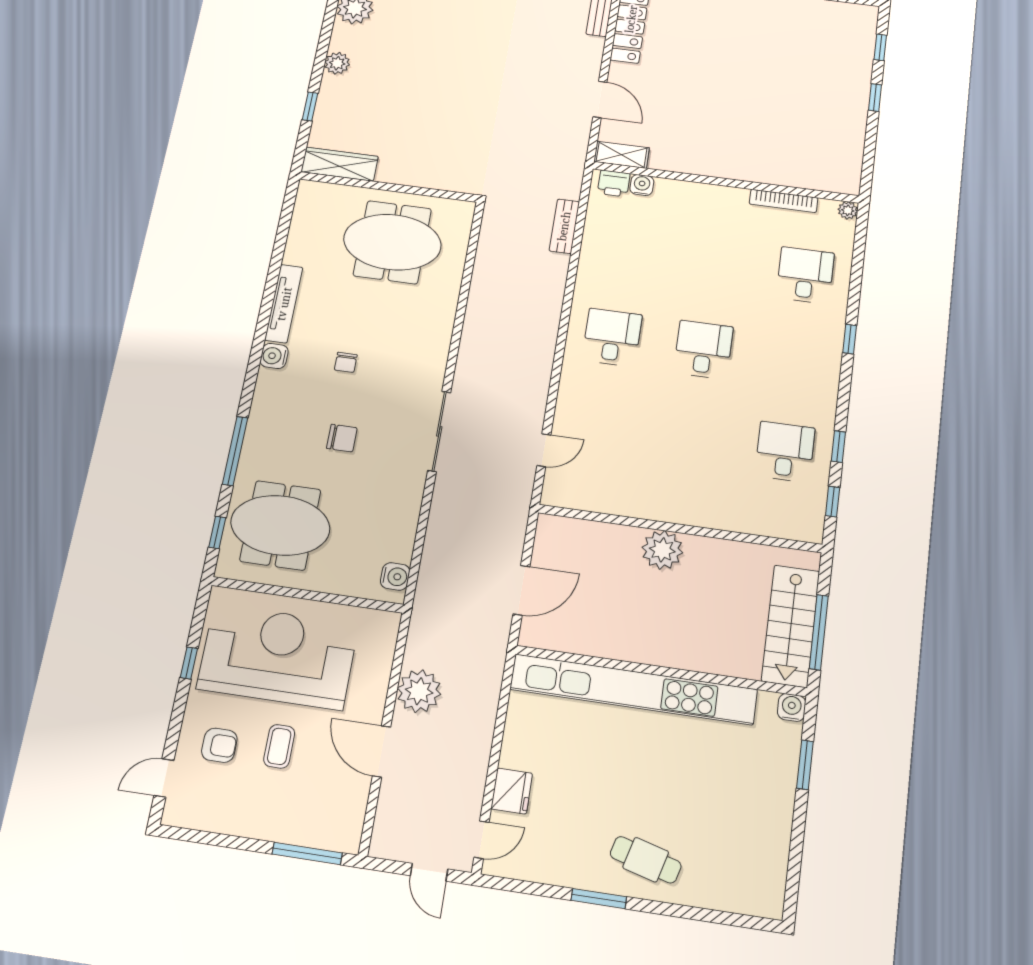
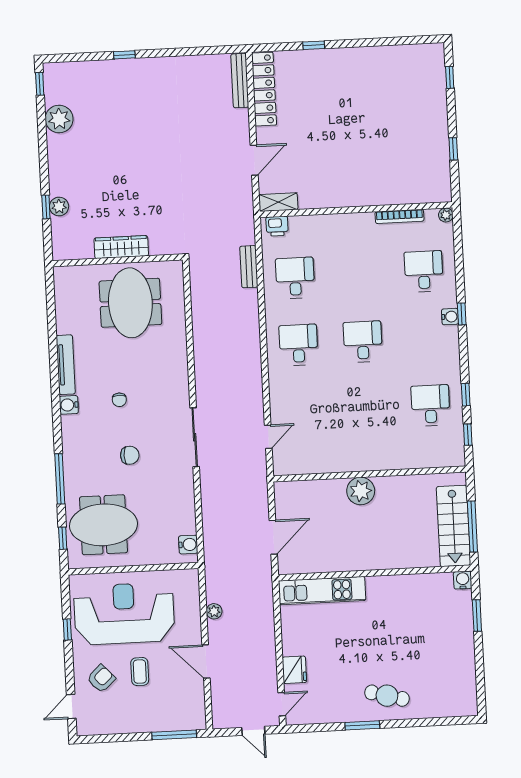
plant: (337, 63) -> (59, 207), moved
window: (875, 98) -> (453, 149), moved
door: (600, 99) -> (254, 160), hinge flipped
wardrobe: (340, 164) -> (121, 247), moved
water cooler: (642, 185) -> (450, 317), moved, turned 90
meeting table: (392, 242) -> (130, 303), turned 90
desk: (625, 252) -> (295, 278), added
kitchen unit: (633, 689) -> (322, 591), width x0.54
plant: (419, 691) -> (214, 611), width x0.53, depth x0.53
armchair: (219, 745) -> (101, 679), turned -43

